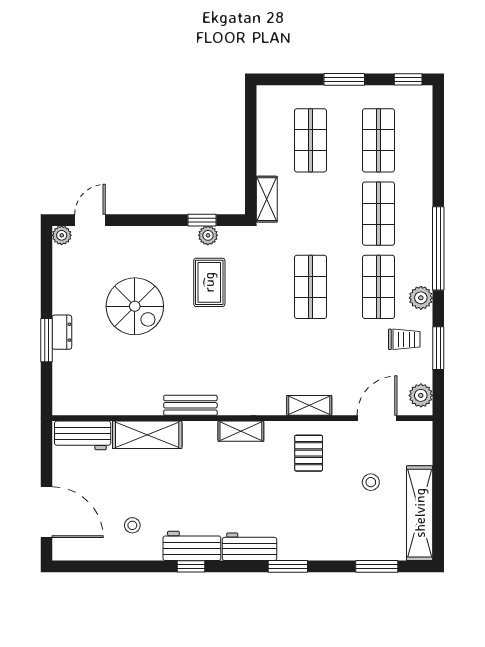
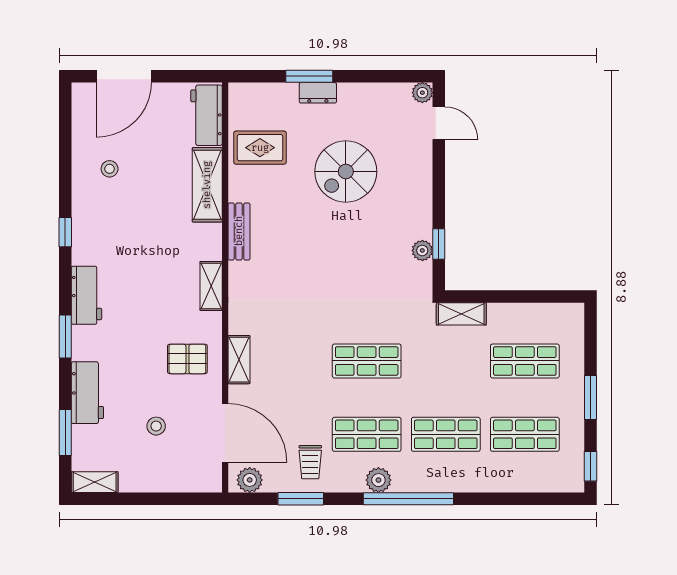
rug: (209, 282) -> (260, 148), moved
plant: (421, 298) -> (378, 480), moved
door: (377, 418) -> (225, 433), width x1.36
shelving: (420, 513) -> (95, 482), width x0.45, depth x0.75
workbench: (192, 546) -> (87, 393), moved

